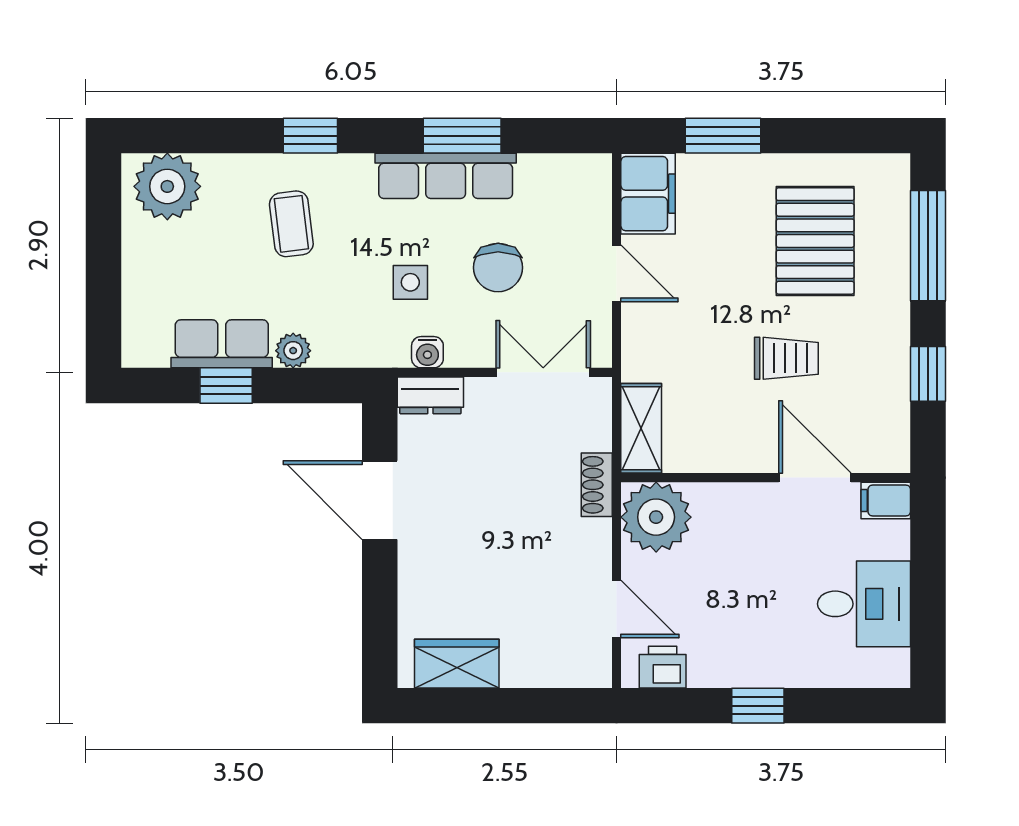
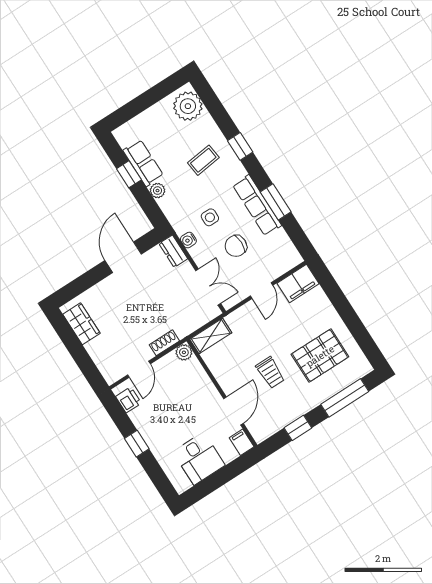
window: (723, 136) -> (337, 297), removed
shoe rack: (597, 485) -> (164, 343), moved
plant: (656, 517) -> (184, 352), width x0.53, depth x0.53

